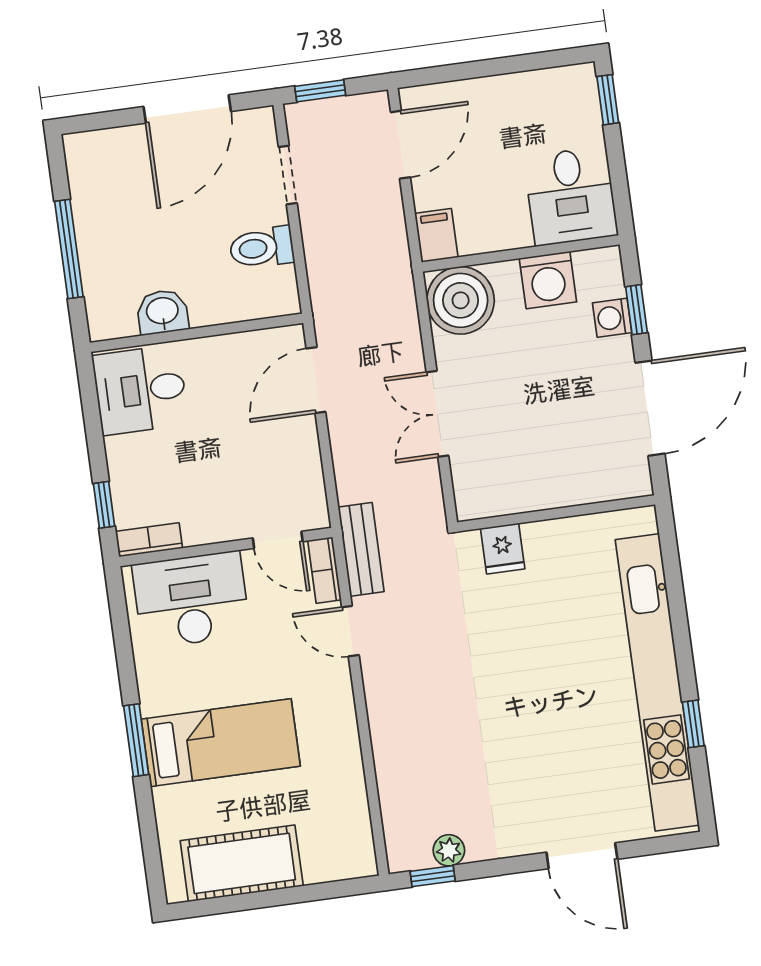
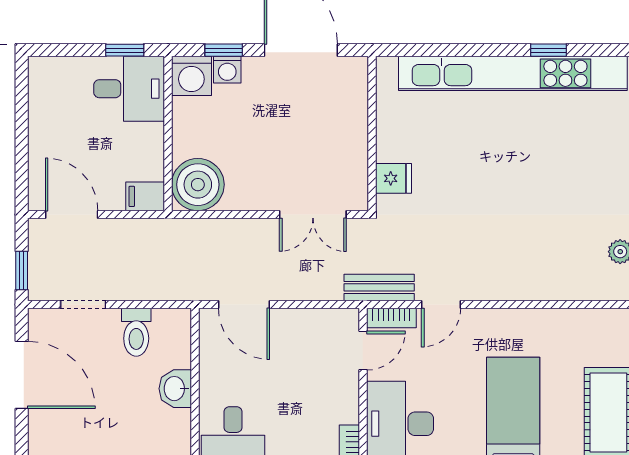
window: (608, 100) -> (125, 50), moved
washing machine: (548, 280) -> (191, 76), moved, turned 90
washbasin: (162, 312) -> (175, 389), moved
double door: (437, 414) -> (313, 214), moved

